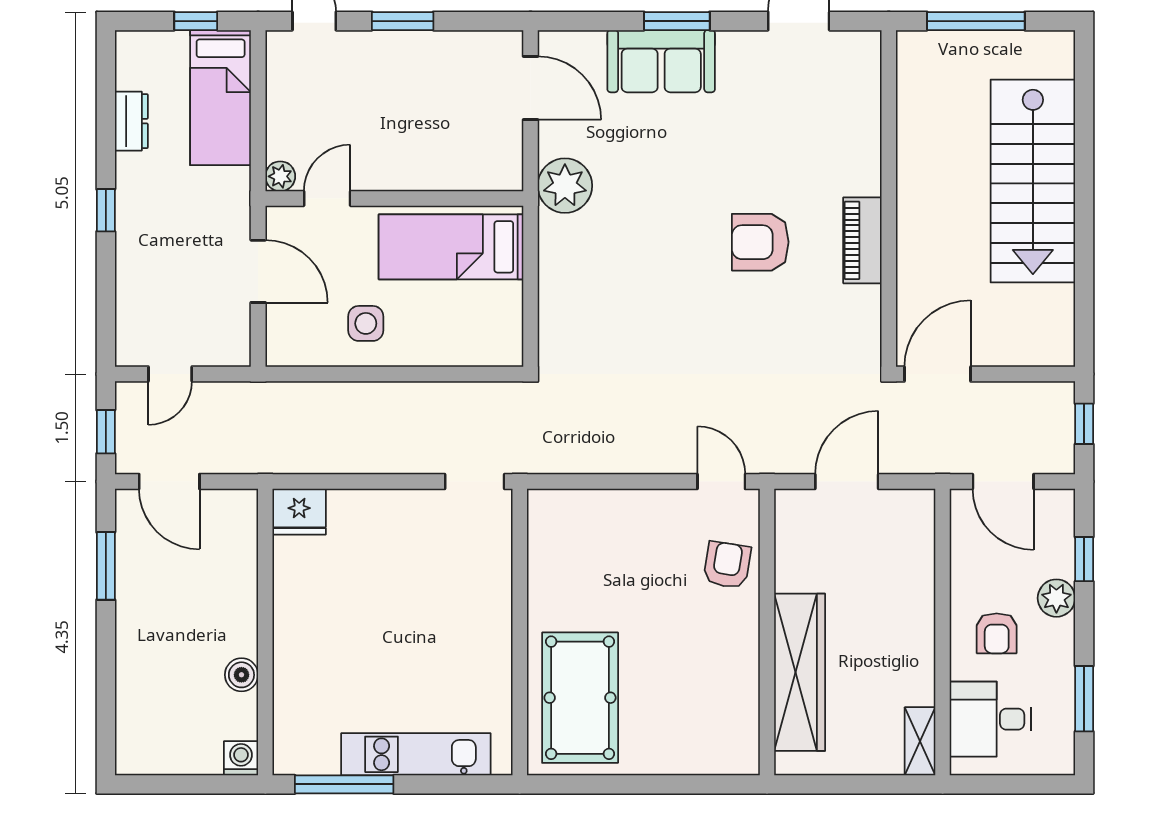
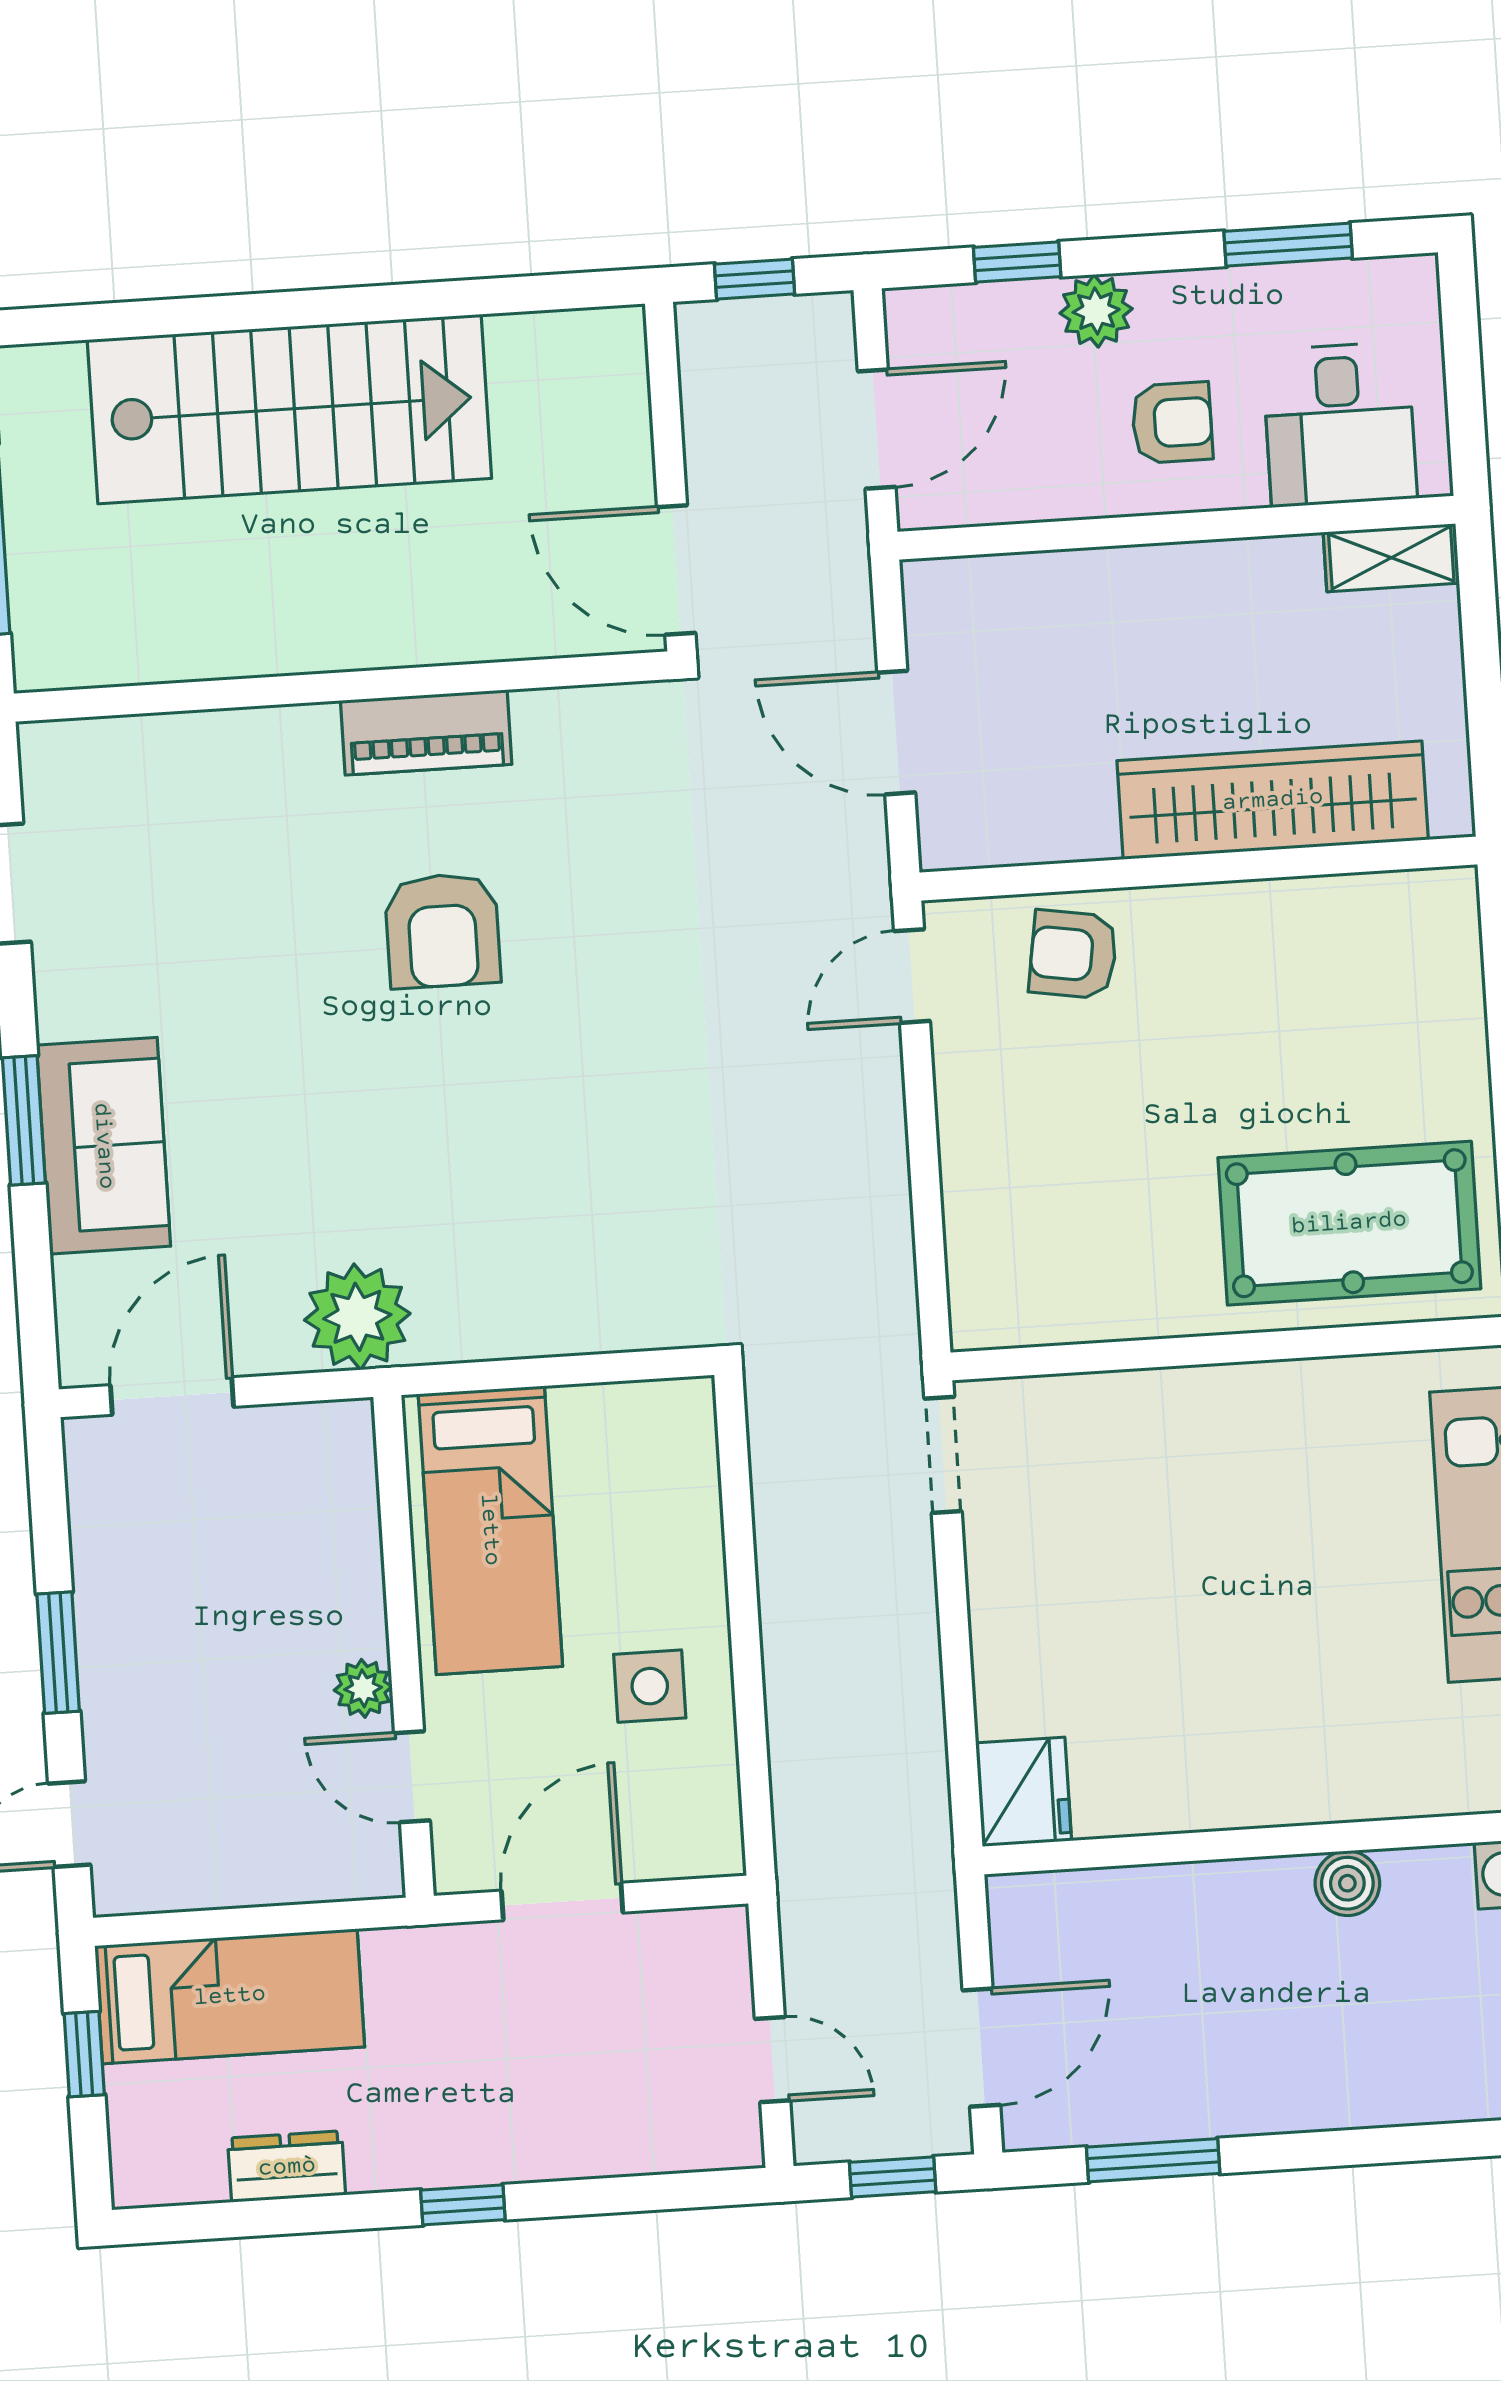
plant: (280, 176) -> (363, 1688), moved

